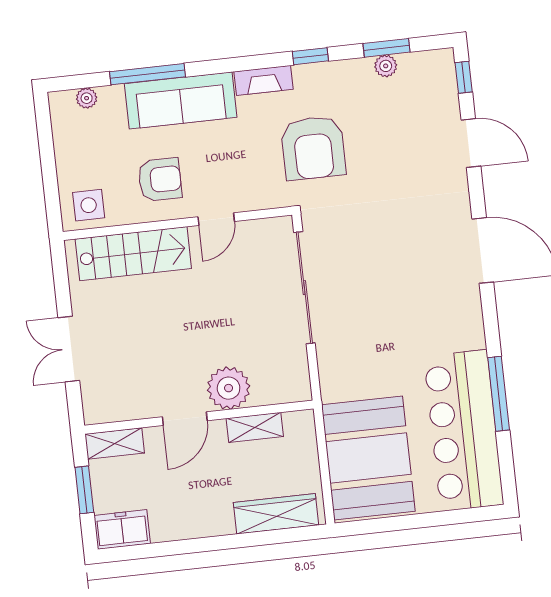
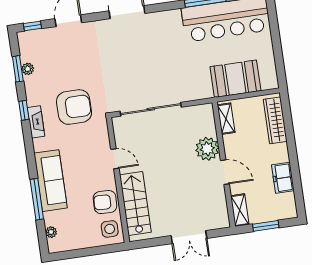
fireplace: (264, 80) -> (36, 122), moved
armchair: (160, 180) -> (105, 202), moved, turned -88
shelving: (255, 427) -> (226, 119), moved
booth: (368, 458) -> (235, 79), width x0.73, depth x0.70
freezer: (122, 529) -> (283, 178), moved

